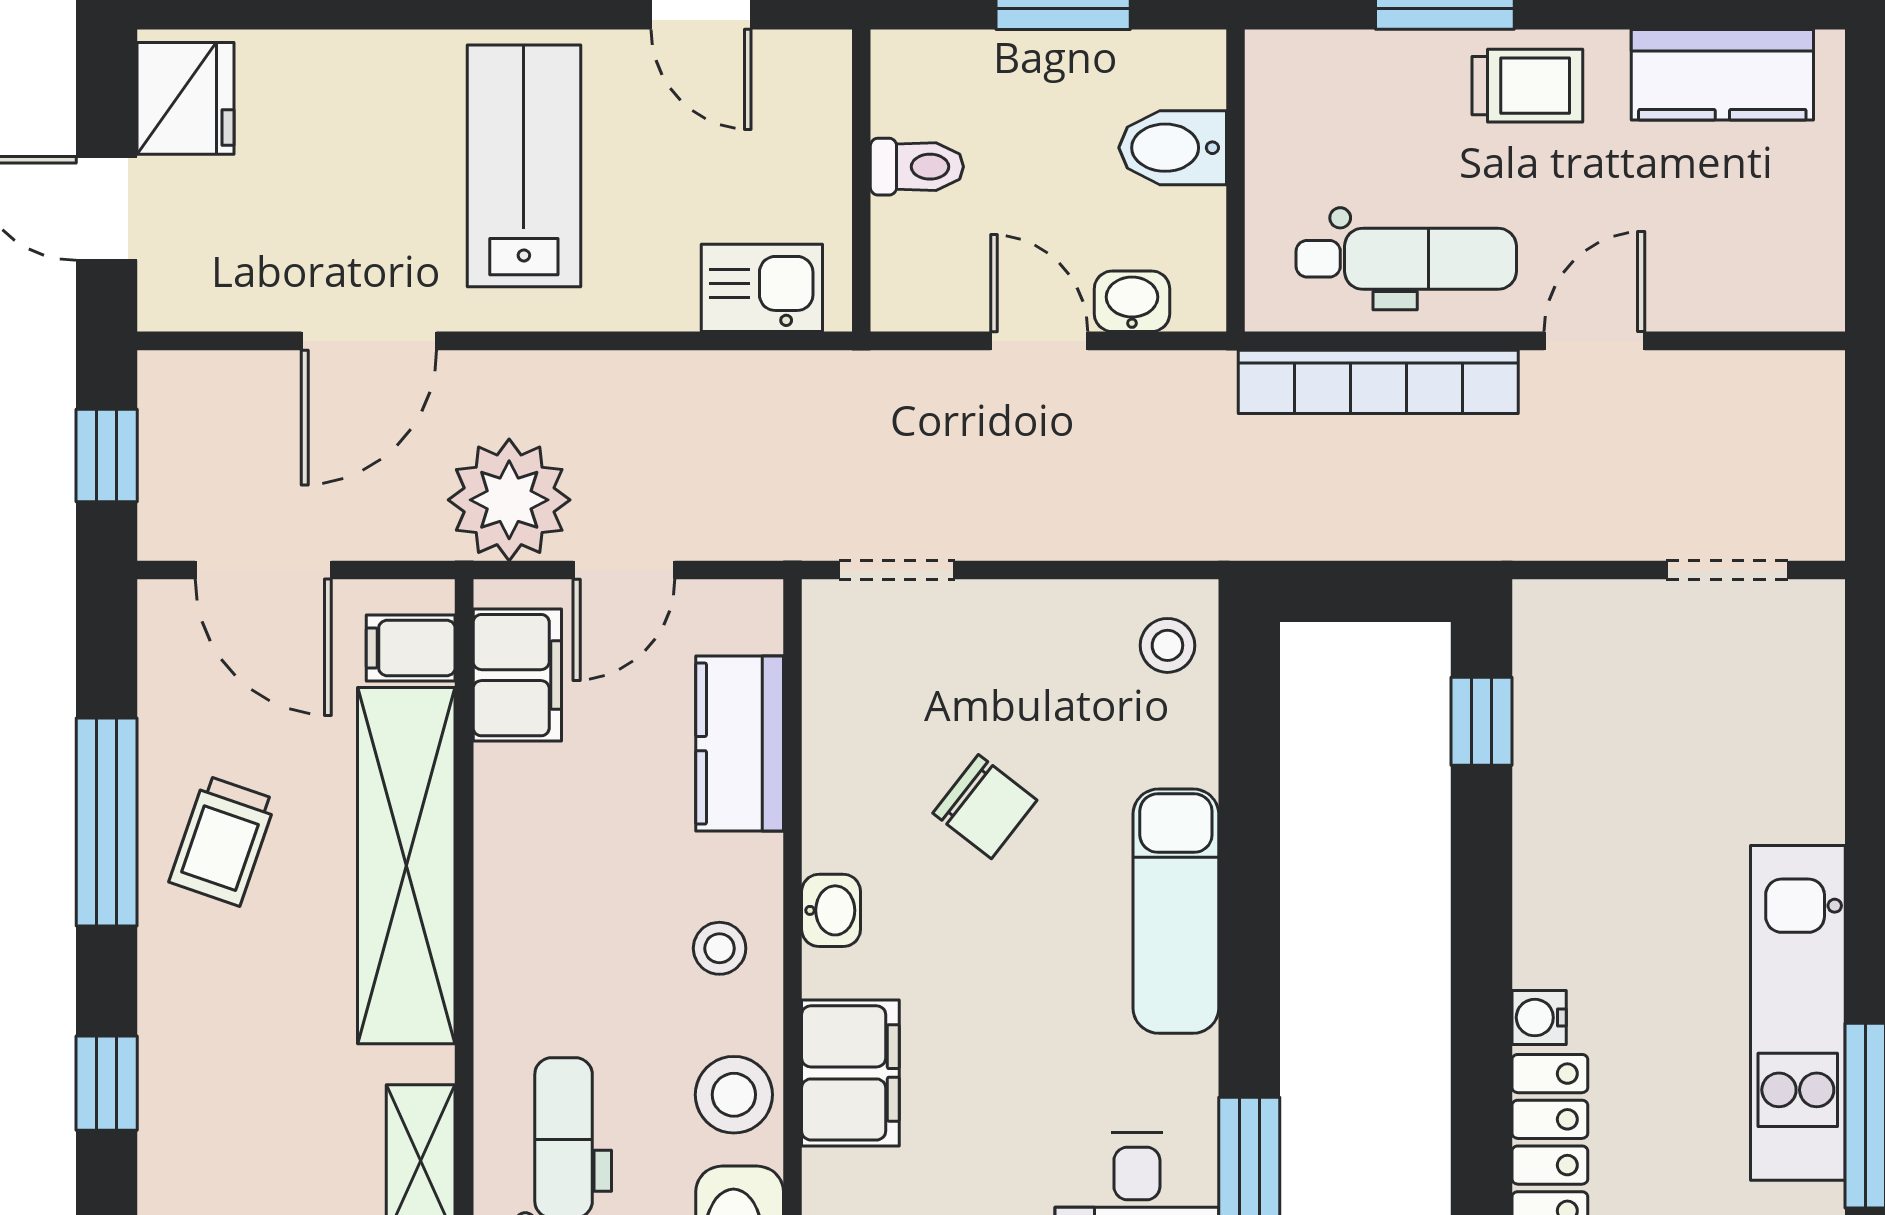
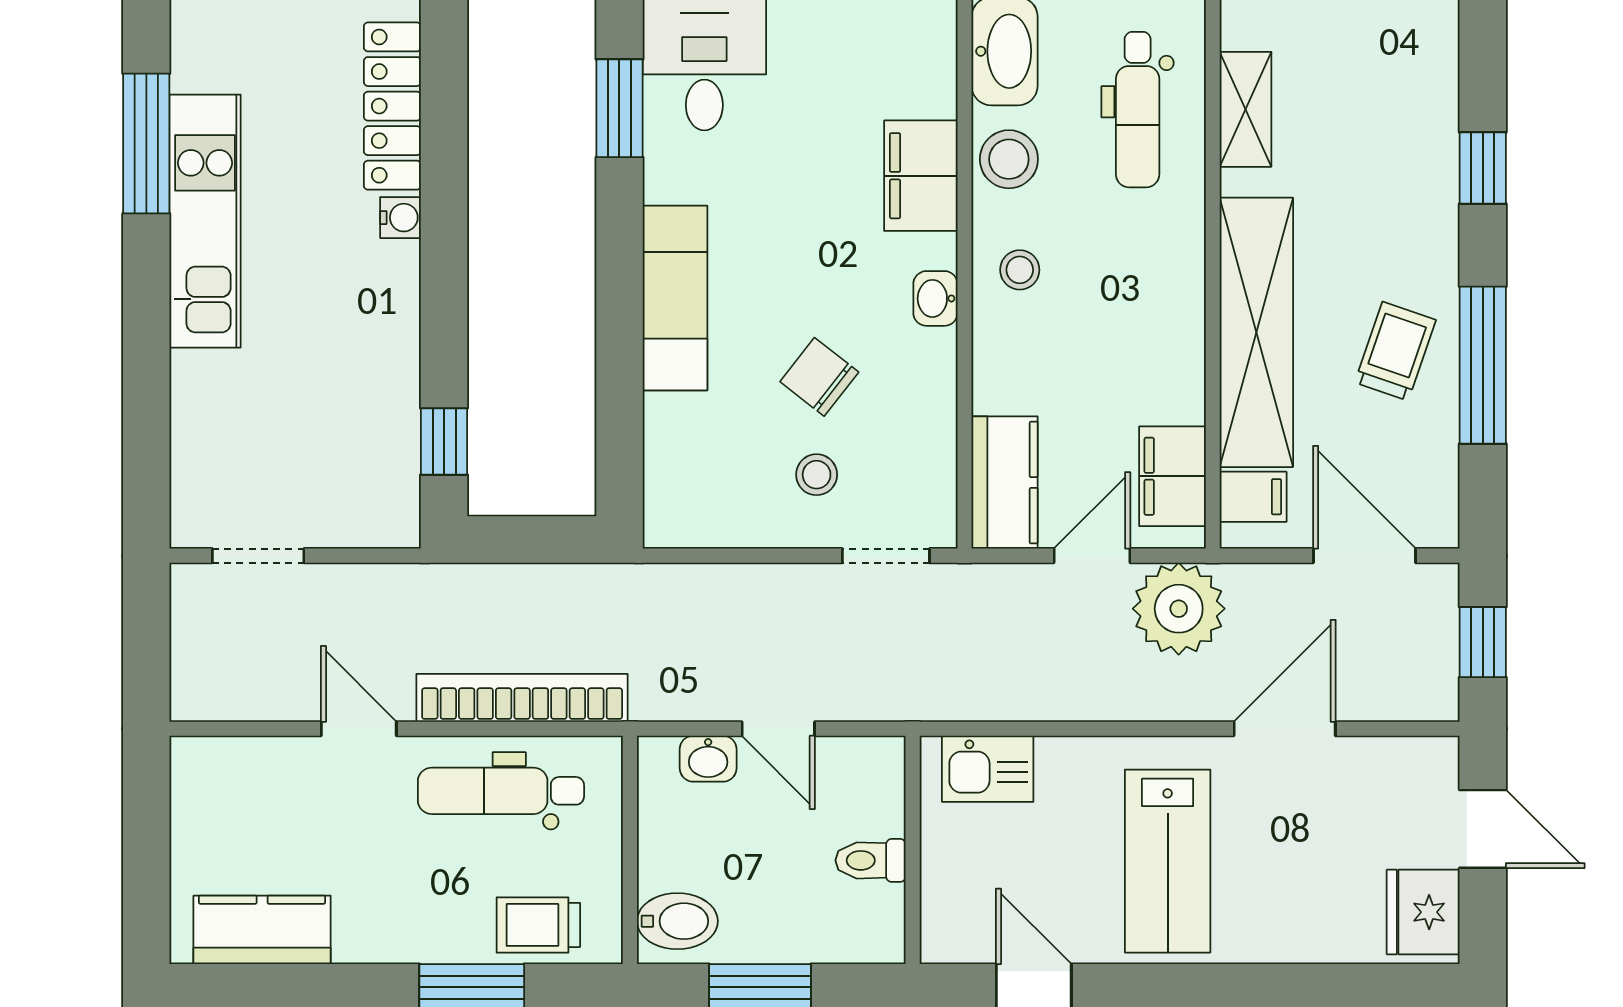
trolley: (1527, 86) -> (538, 925), moved
bidet: (1173, 148) -> (677, 921), moved
door: (1594, 341) -> (359, 729), swing flipped
stool: (1167, 645) -> (817, 475), moved
kitchen counter: (740, 744) -> (1005, 483), moved

